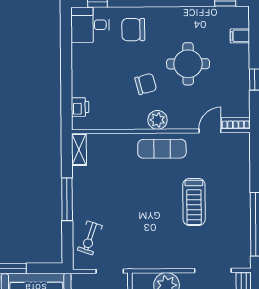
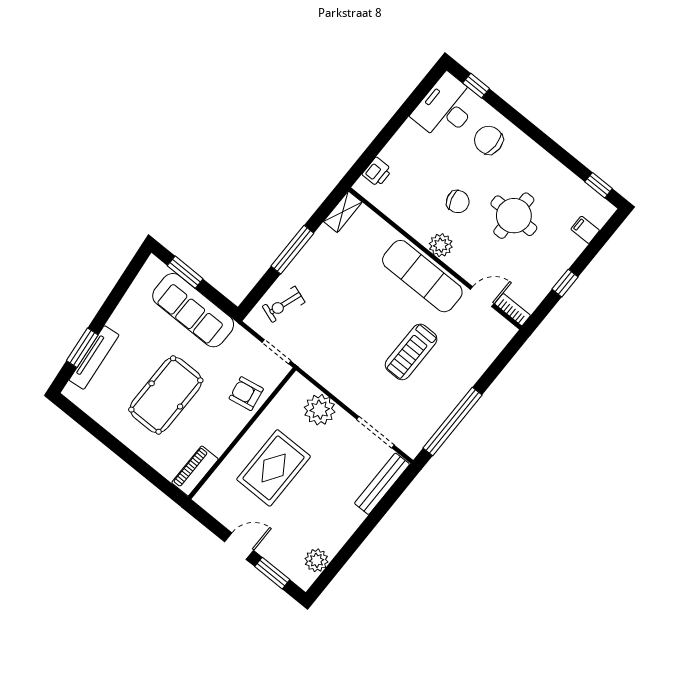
desk: (90, 25) -> (446, 108), width x1.37
exercise mat: (162, 149) -> (422, 276), width x1.36, depth x1.45

